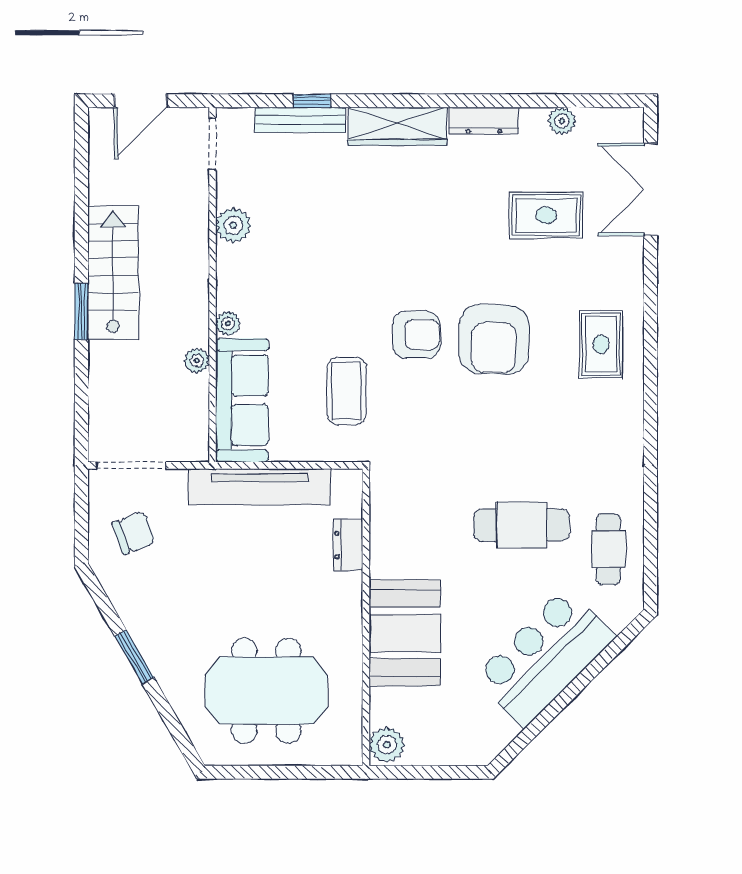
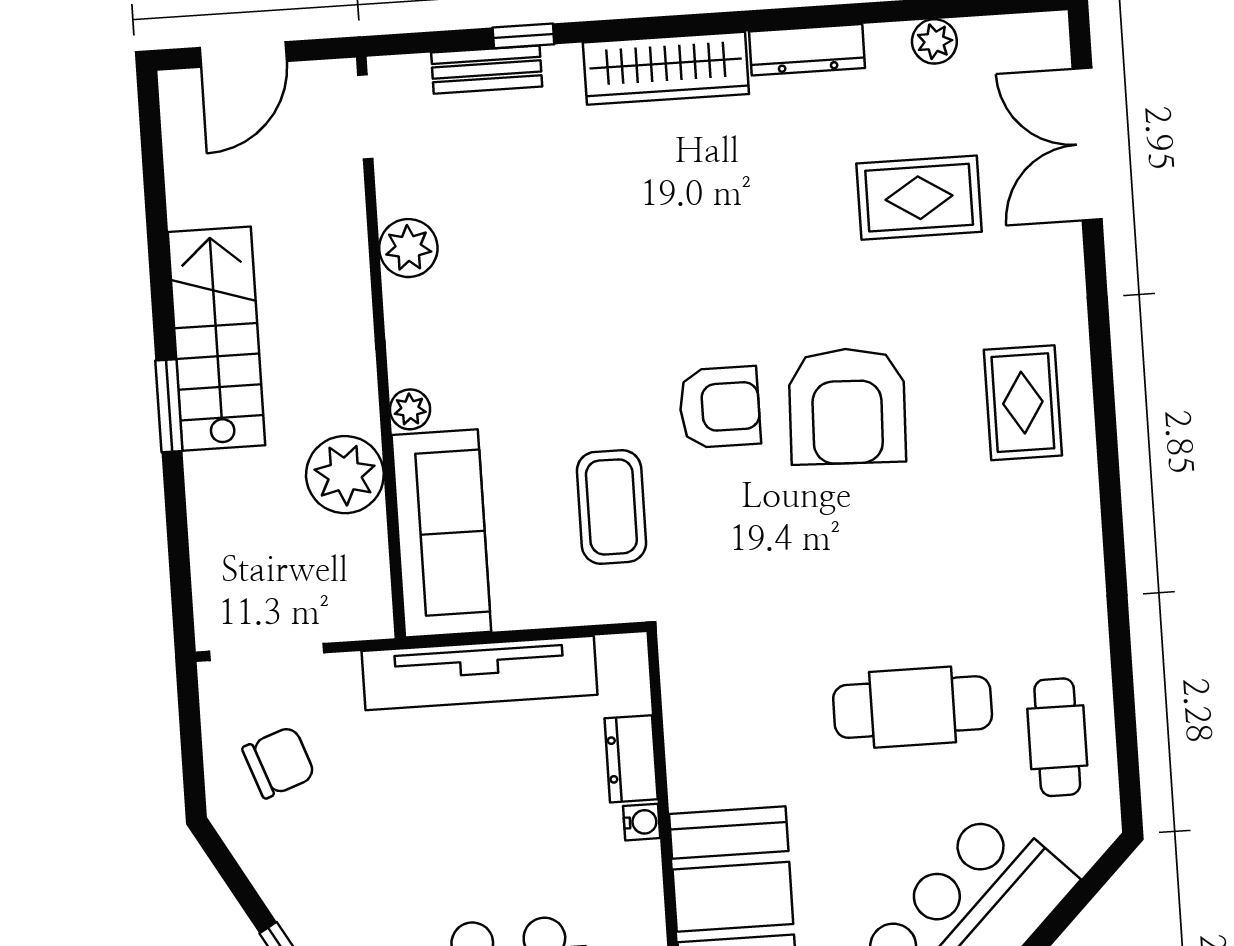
bench: (300, 120) -> (487, 70), width x0.73
plant: (197, 361) -> (345, 475), width x1.88, depth x1.88
water cooler: (352, 584) -> (642, 822), added

